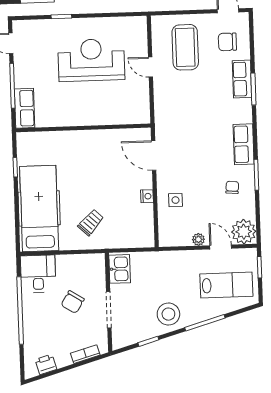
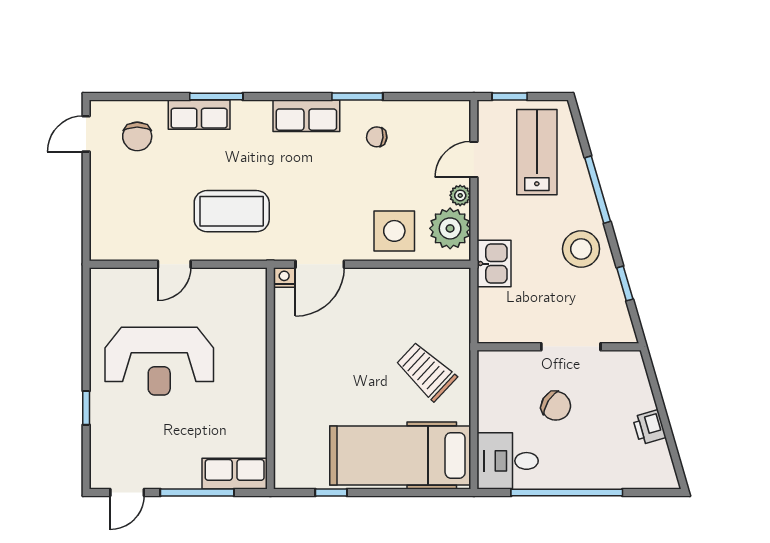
coffee table: (185, 47) -> (232, 211), moved
reception desk: (91, 60) -> (159, 361), turned -90
nightstand: (147, 196) -> (284, 278), moved
side table: (175, 200) -> (394, 231), width x1.87, depth x1.87
trolley: (91, 222) -> (426, 371), width x1.36, depth x1.39
plant: (244, 232) -> (450, 228), moved
kitchen sink: (120, 269) -> (494, 264), moved, turned 90
bookcase: (85, 354) -> (642, 388), removed
printer: (46, 364) -> (649, 427), moved

